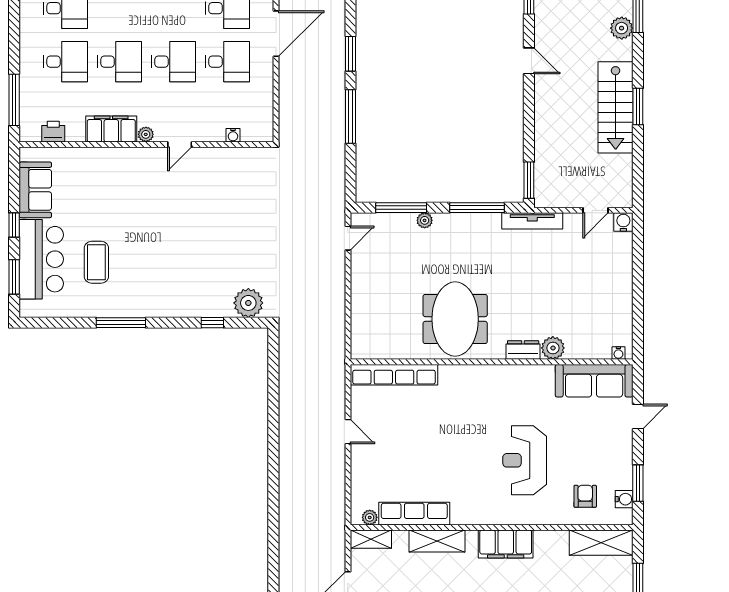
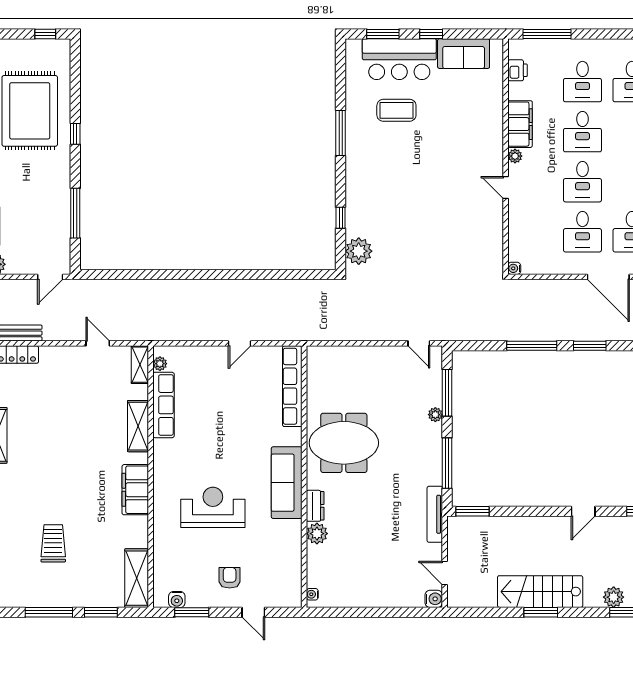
water cooler: (233, 135) -> (514, 268), moved
sofa: (594, 381) -> (287, 483), moved
armchair: (585, 496) -> (230, 578), moved, turned -90

